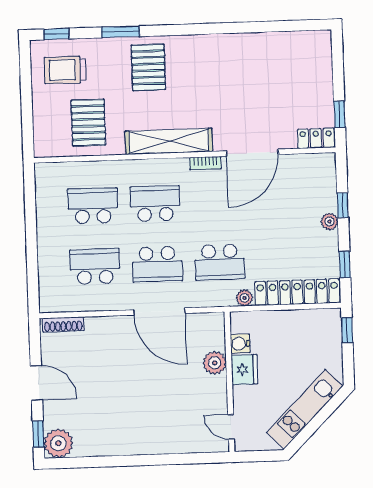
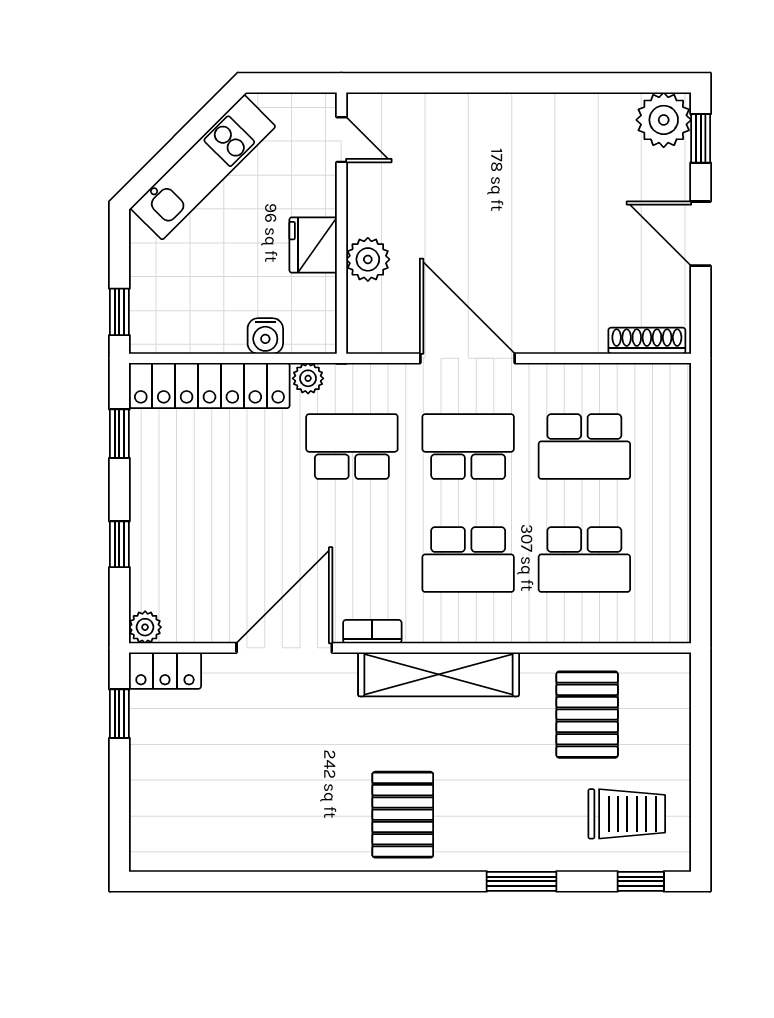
pallet: (148, 67) -> (403, 815), moved
plant: (329, 221) -> (145, 627), moved
water cooler: (240, 344) -> (265, 336), moved, turned 90

